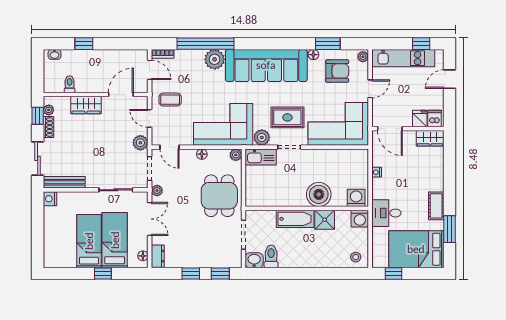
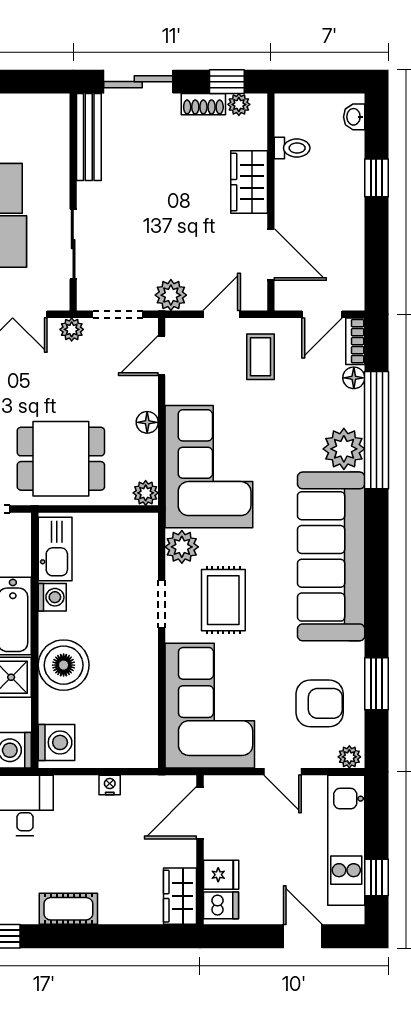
floor lamp: (313, 55) -> (354, 378), moved
armchair: (337, 71) -> (320, 703), turned -90
kitchen sink: (261, 157) -> (55, 549), moved, turned 180
nightstand: (50, 199) -> (55, 107), removed
washing machine: (286, 200) -> (52, 597), added
cot: (436, 206) -> (68, 909), moved

